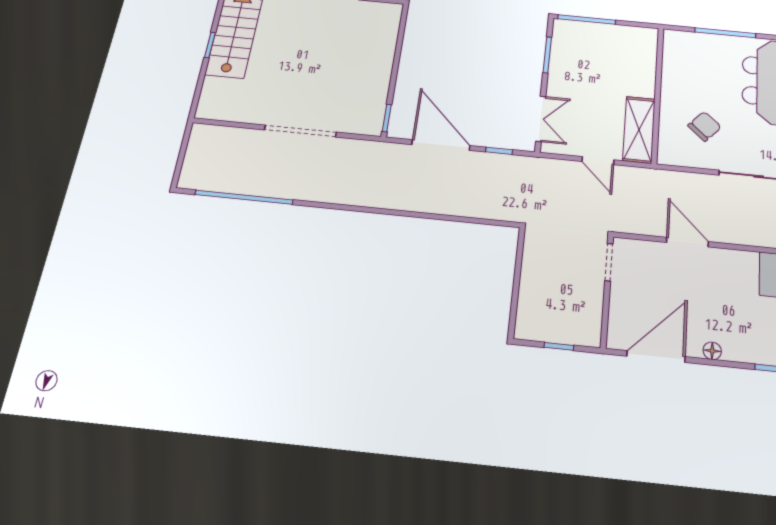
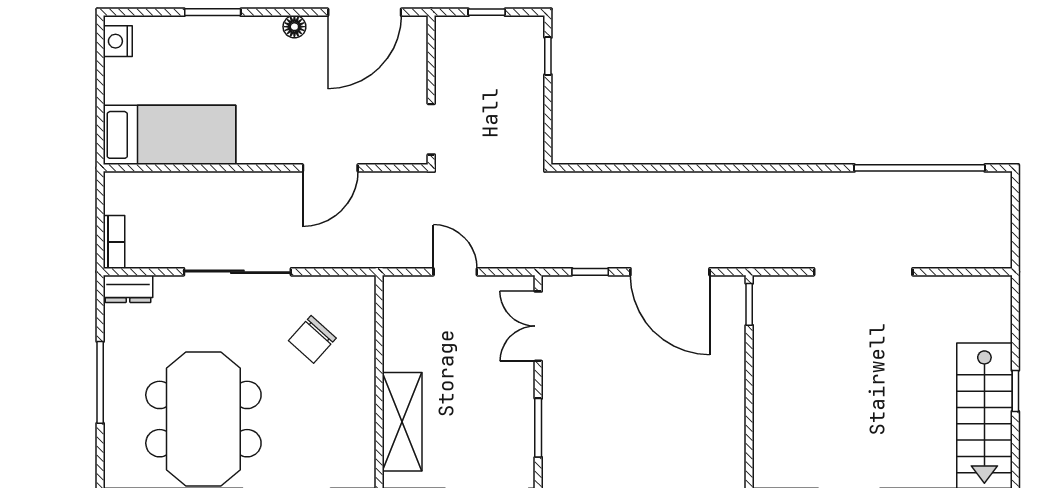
shelving: (639, 130) -> (402, 422), moved
door: (687, 242) -> (330, 168), hinge flipped
window: (514, 308) -> (548, 56), added

